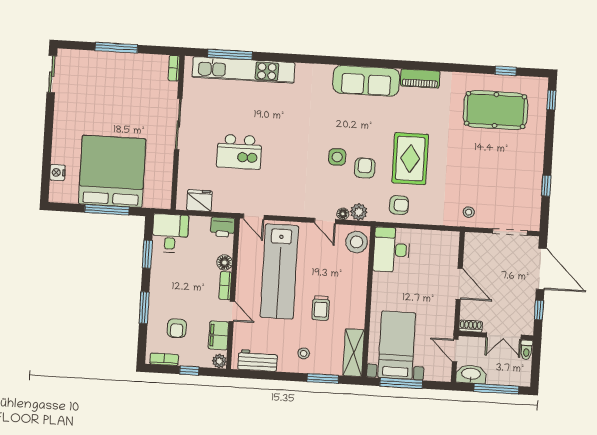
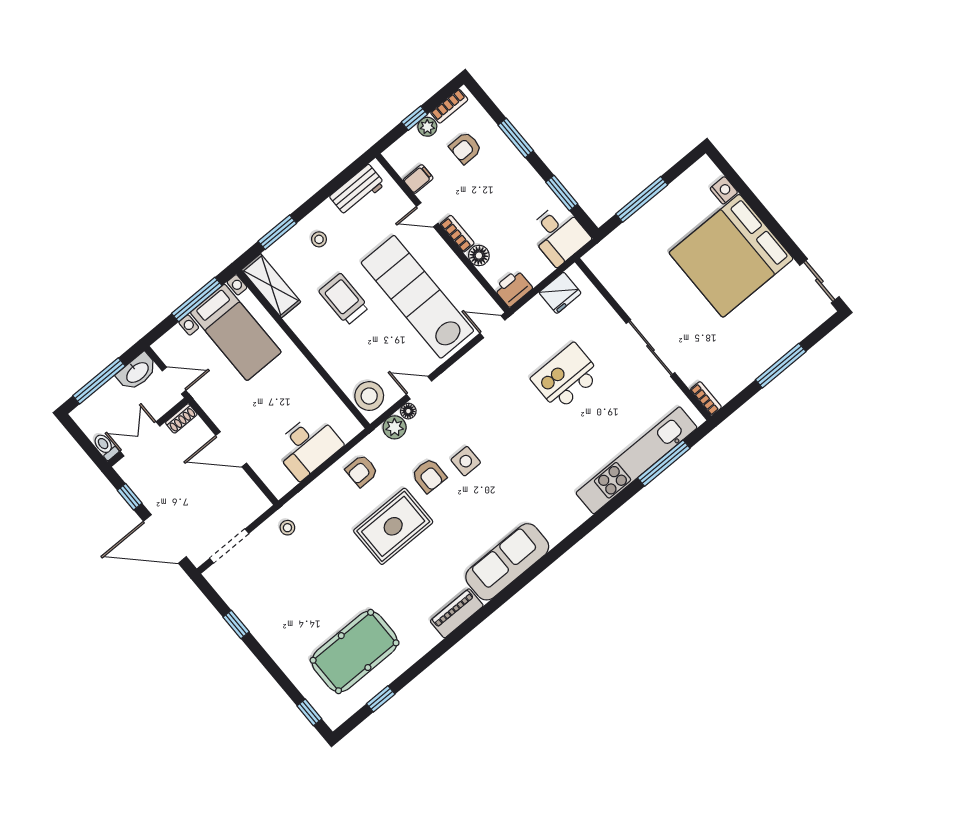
rug: (410, 159) -> (393, 526), turned 90
bed: (112, 171) -> (731, 256), moved, turned 90
desk: (391, 250) -> (308, 446), moved, turned 90
trolley: (321, 308) -> (344, 299), width x1.36, depth x1.39
armchair: (177, 328) -> (465, 148), turned -90
filing cabinet: (219, 335) -> (418, 179), width x0.50
plant: (219, 361) -> (427, 127), moved

